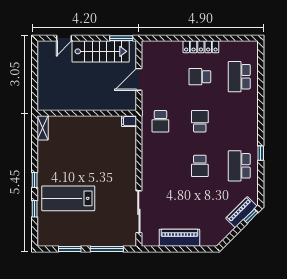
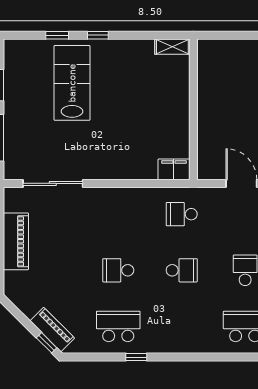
filing cabinet: (129, 121) -> (174, 169), width x2.00

